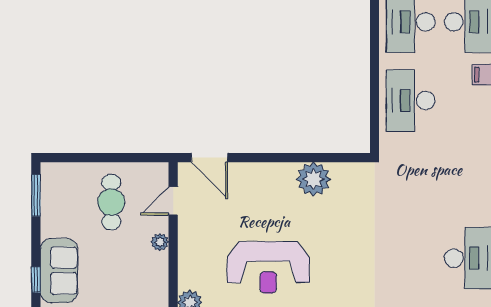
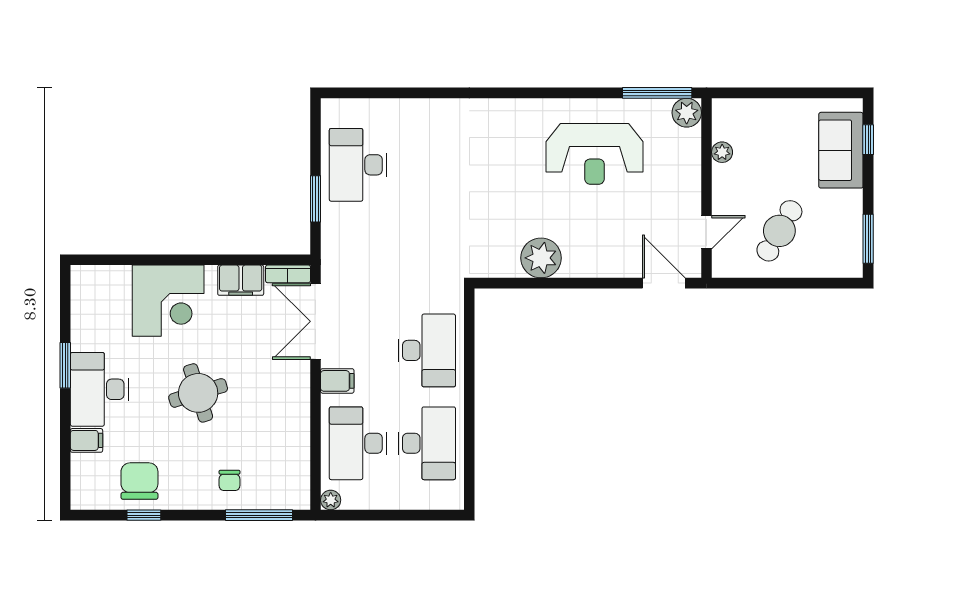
cafe table: (111, 202) -> (779, 231), turned 30
plant: (160, 242) -> (722, 152), moved
reception desk: (268, 267) -> (594, 154), turned 180

